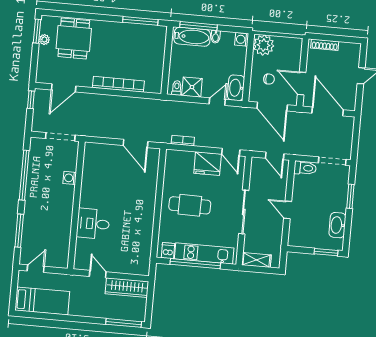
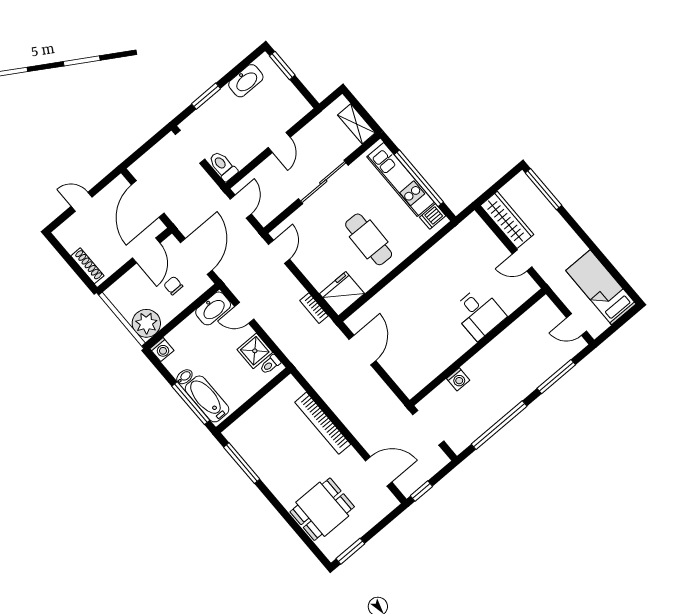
plant: (44, 39) -> (351, 536), removed
fridge: (208, 164) -> (342, 294), moved, turned -90
door: (98, 274) -> (522, 260), hinge flipped

